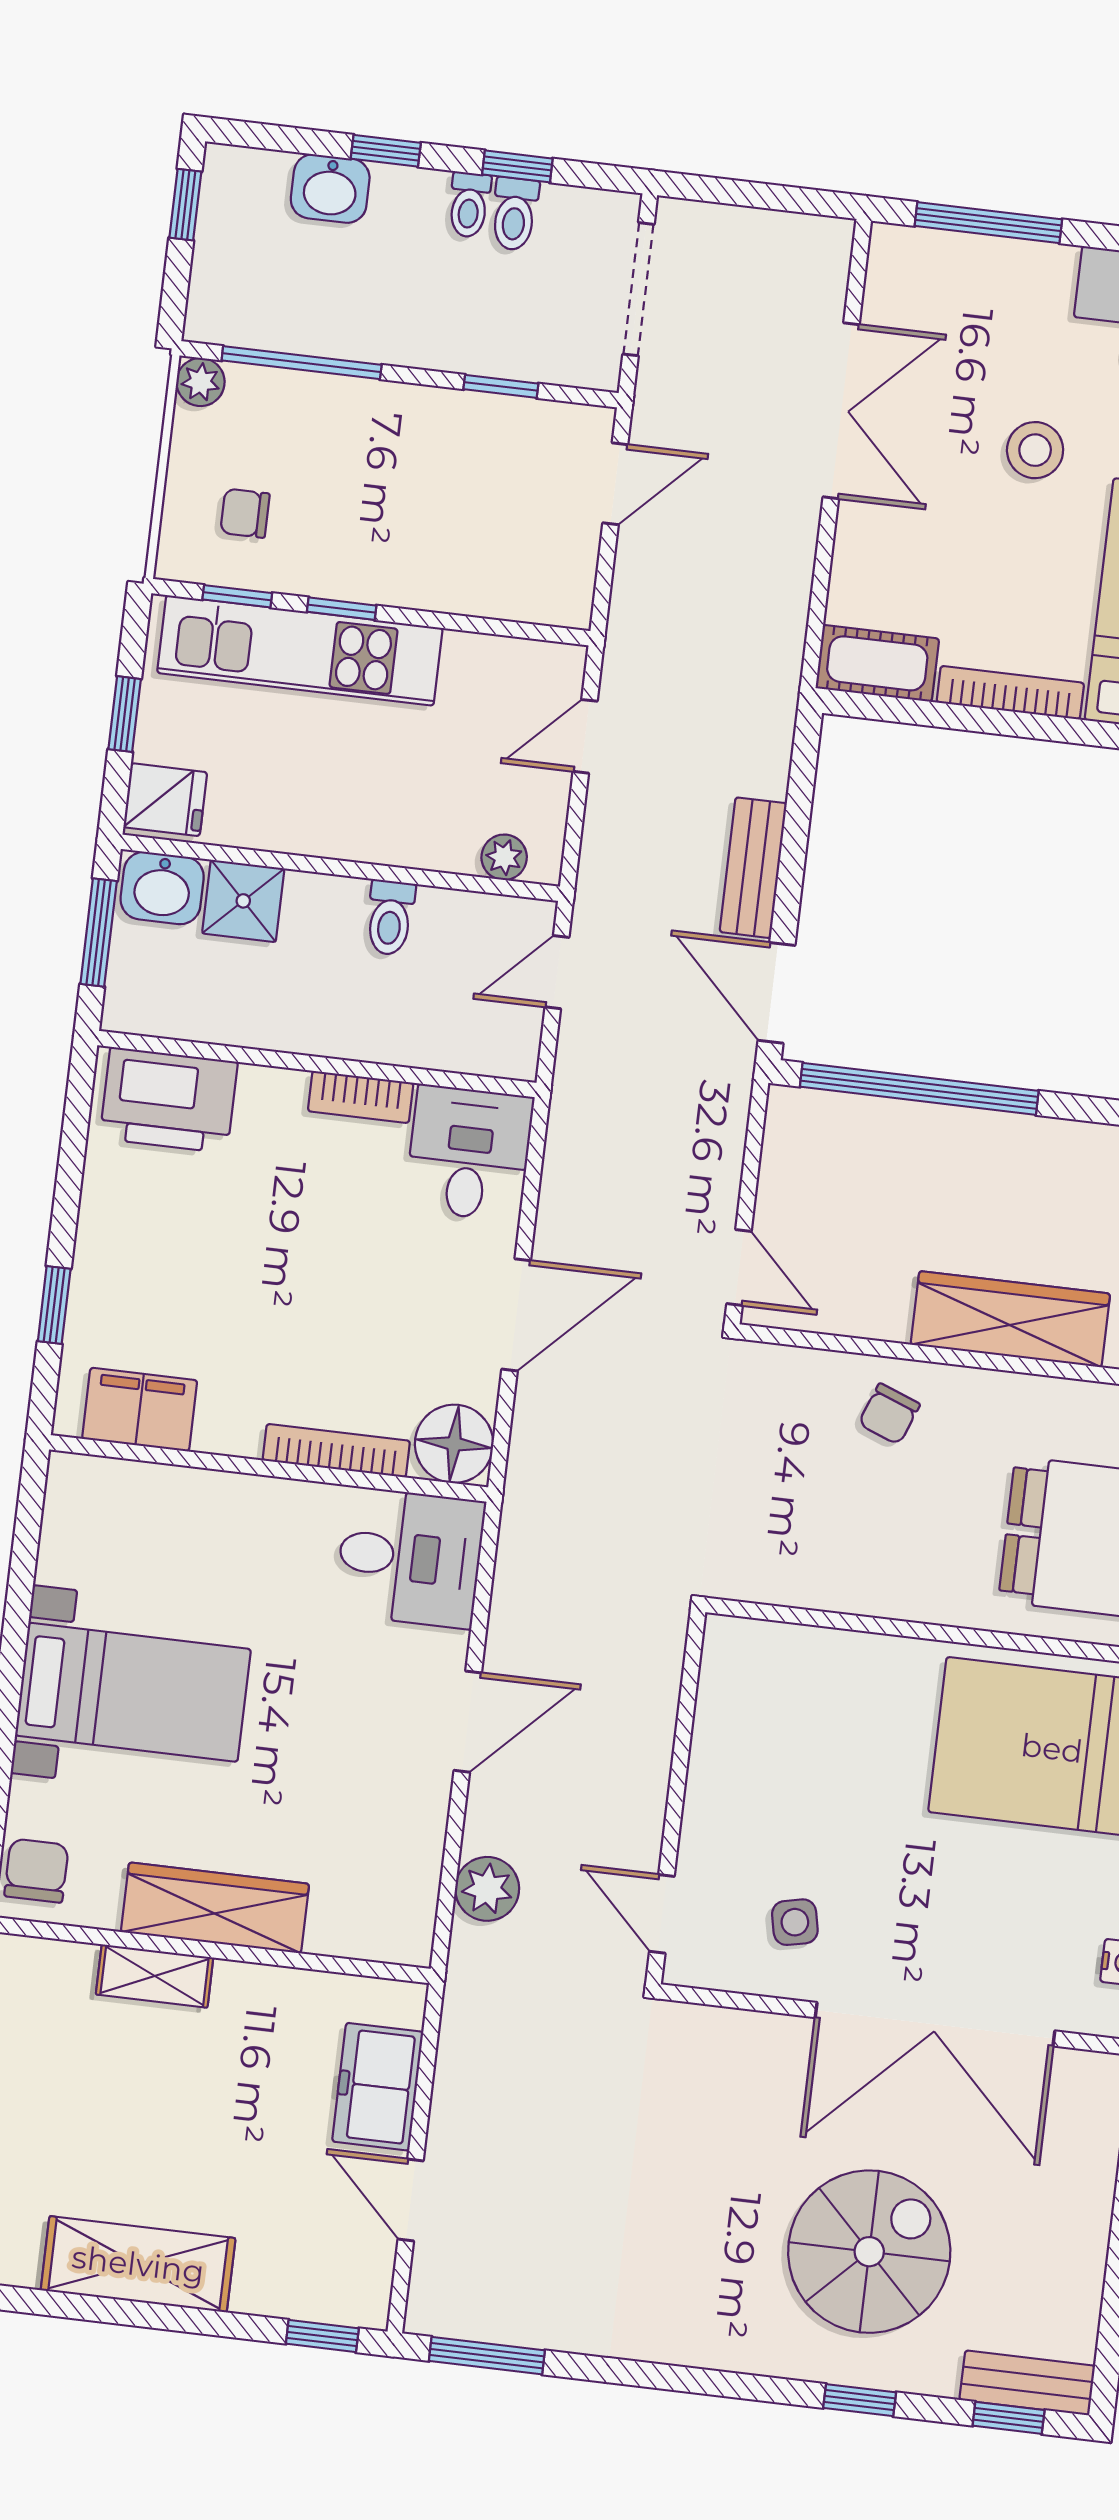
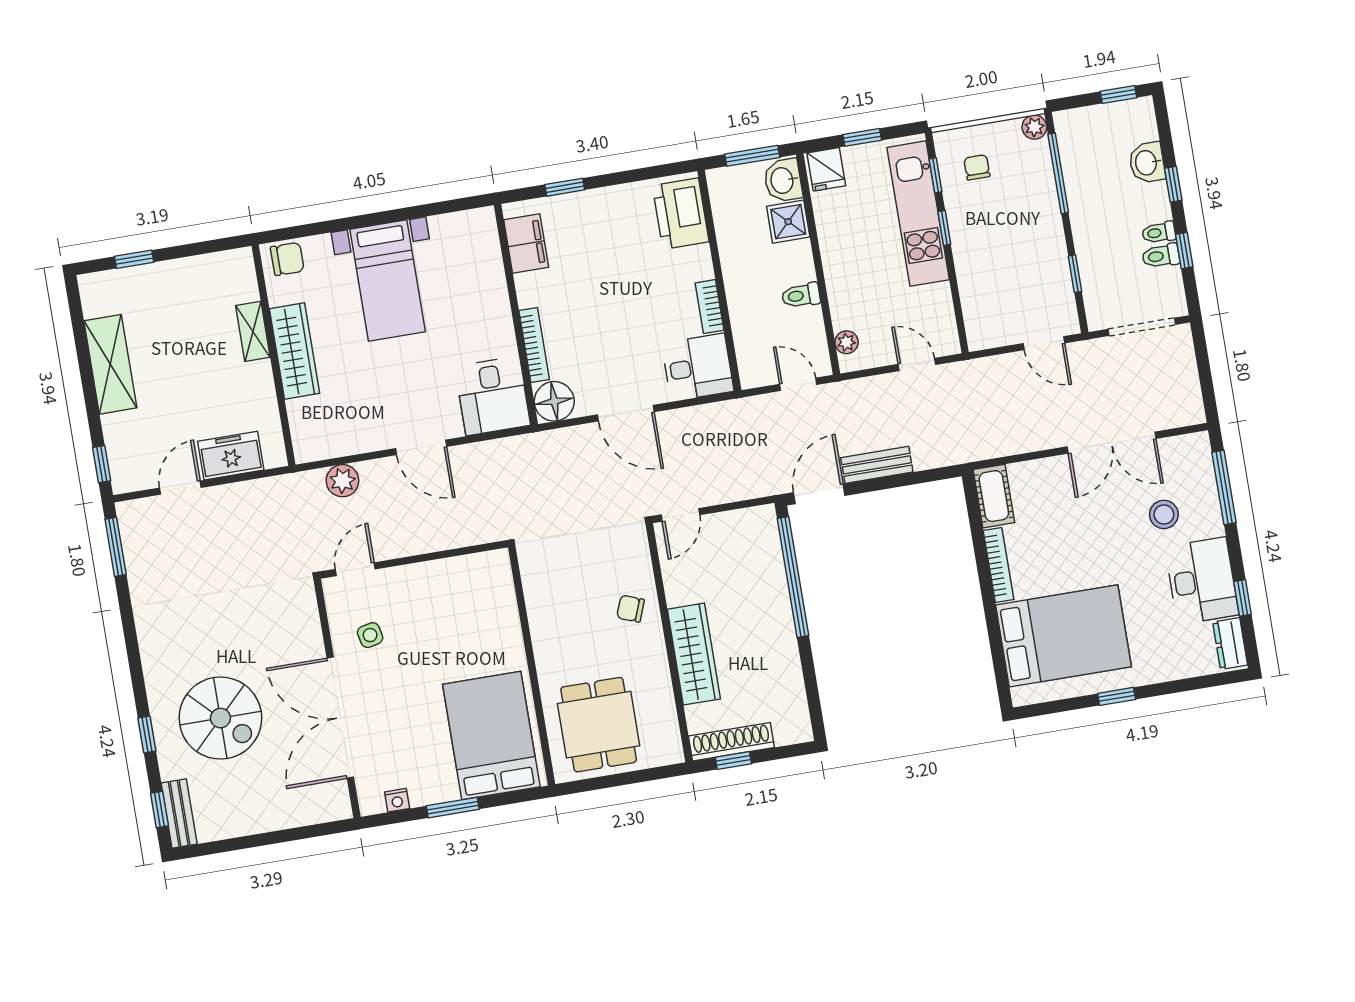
stool: (1035, 450) -> (1164, 514), moved

